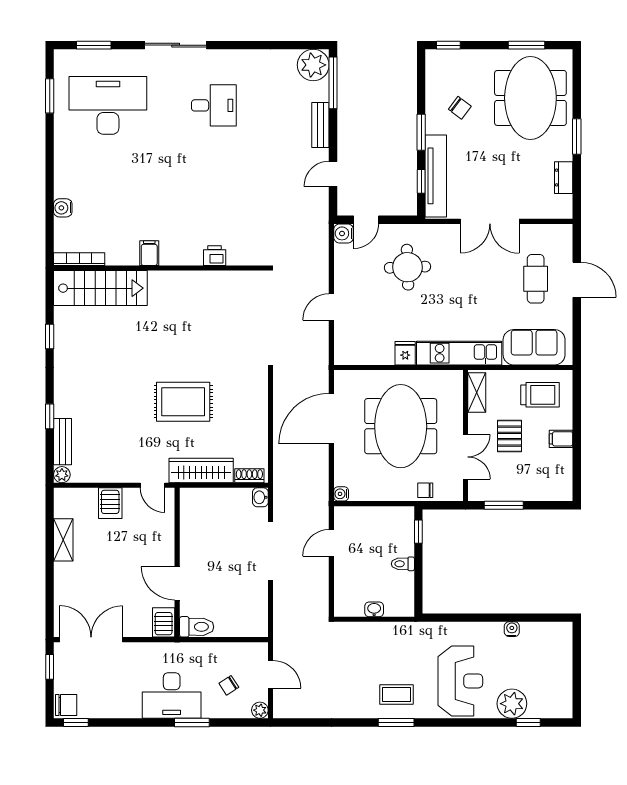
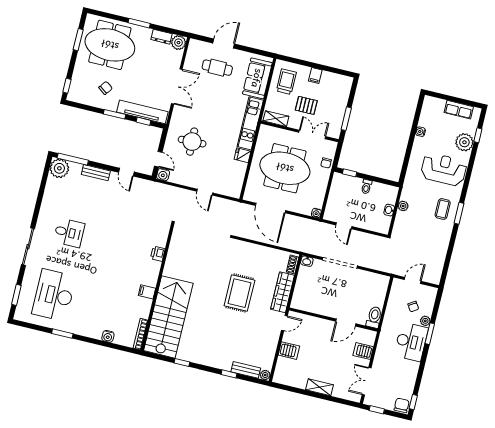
window: (50, 96) -> (62, 334), moved
desk: (214, 105) -> (69, 233), turned 90
plant: (561, 207) -> (179, 43), added
stairs: (100, 288) -> (168, 317), width x1.36, depth x1.51
shelving: (63, 540) -> (319, 387), moved
server rack: (164, 622) -> (363, 351), moved
plant: (386, 630) -> (403, 206), added
double door: (91, 640) -> (367, 381), width x0.73
row of seats: (562, 682) -> (459, 110), added
plant: (260, 710) -> (425, 321), moved

